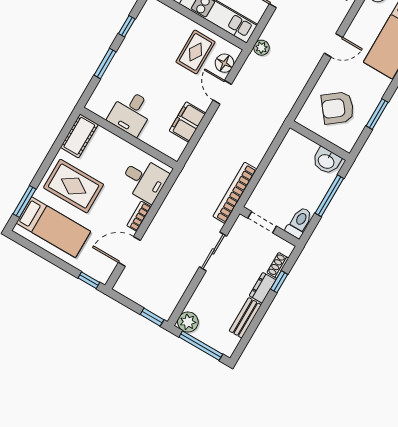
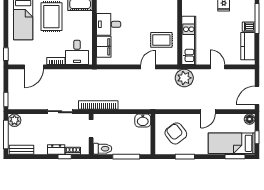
door: (334, 45) -> (208, 112), hinge flipped
plant: (261, 48) -> (184, 78), width x1.88, depth x1.88
floor lamp: (224, 63) -> (164, 59), removed
filing cabinet: (188, 122) -> (104, 47), moved, turned 90
washbasin: (326, 161) -> (143, 120), moved, turned -90
door: (129, 251) -> (34, 67), swing flipped
bench: (245, 318) -> (22, 150), moved

